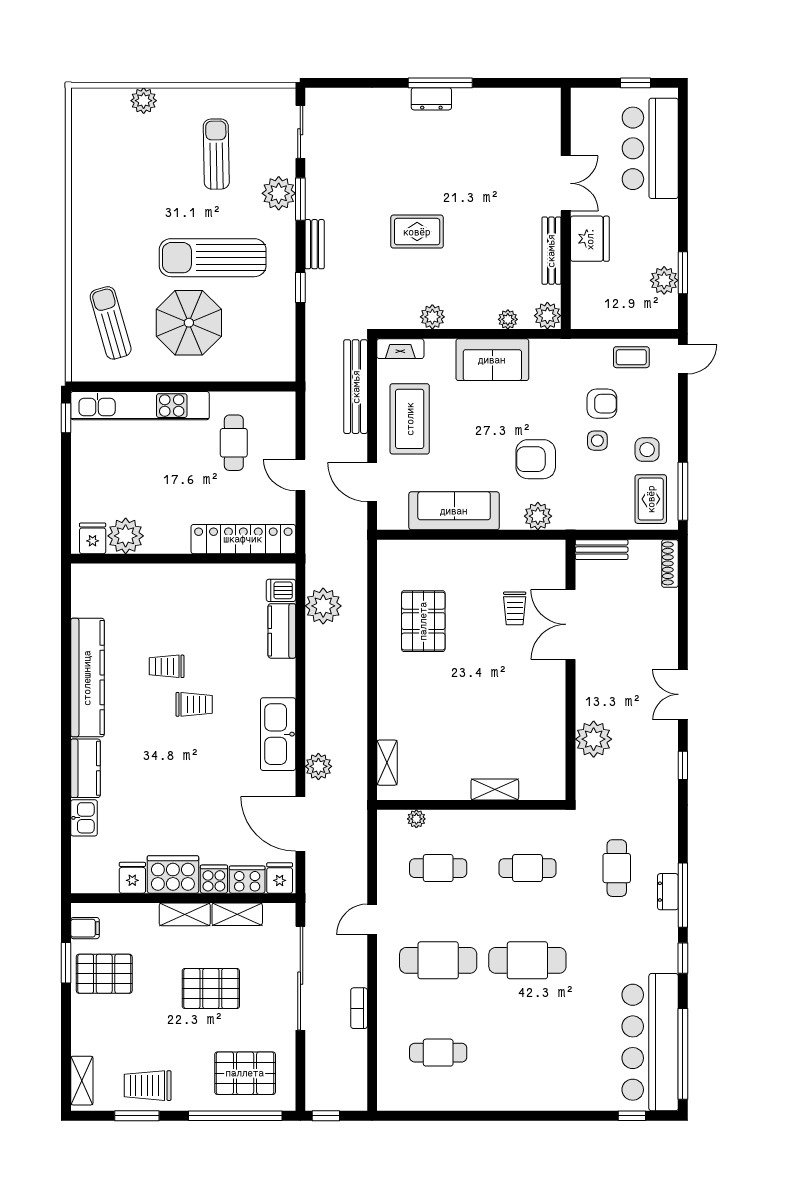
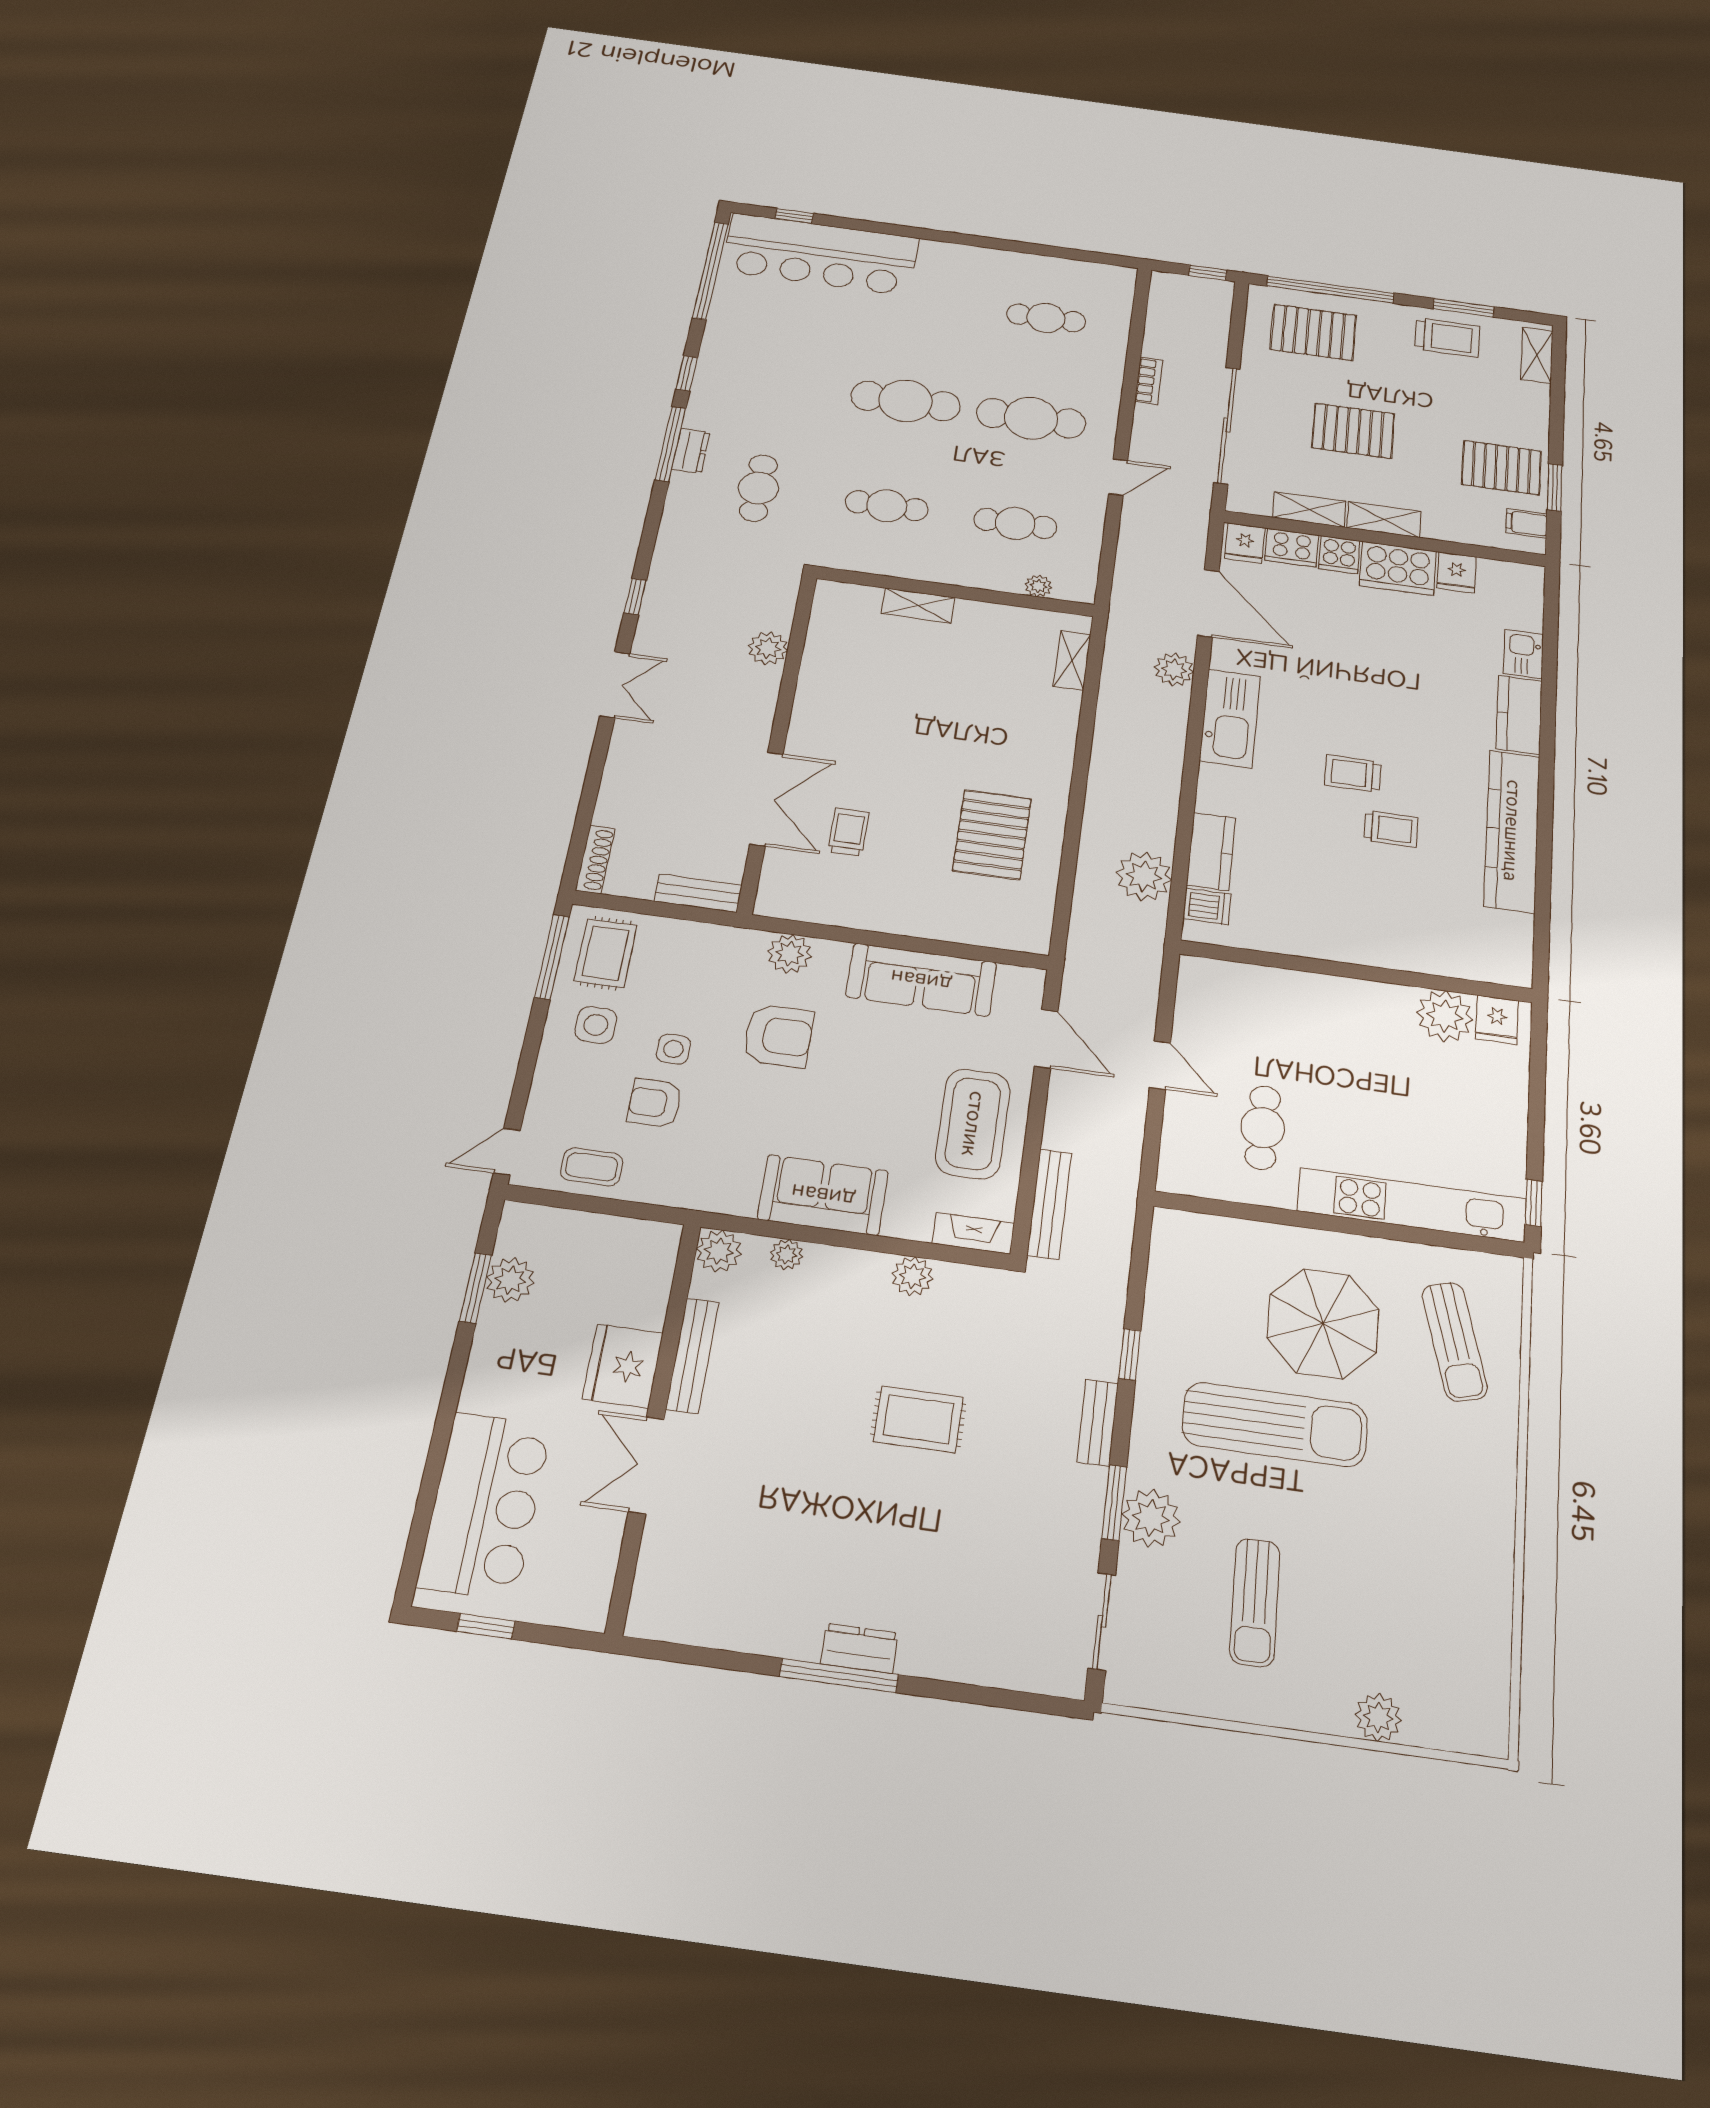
bench: (356, 387) -> (1049, 1204), width x0.73, depth x0.82
locker: (243, 539) -> (1259, 986), removed
plant: (594, 739) -> (768, 648), width x0.73, depth x0.73
bar counter: (650, 1042) -> (820, 254), moved, turned 90

